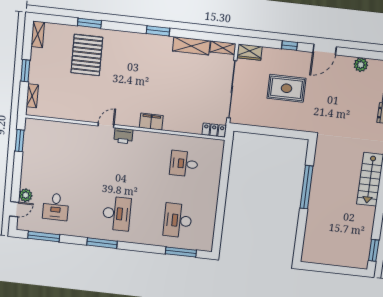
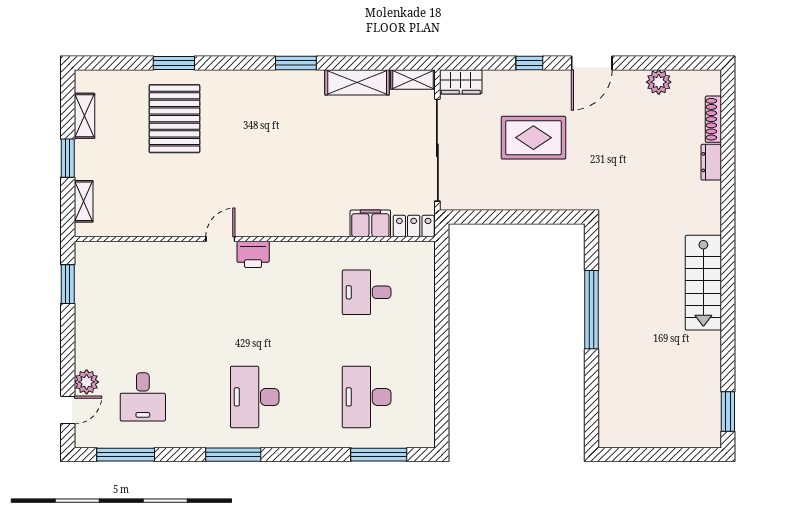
shelving: (38, 34) -> (84, 116), moved
filing cabinet: (151, 122) -> (370, 223), moved
desk: (117, 214) -> (255, 397), turned 180

